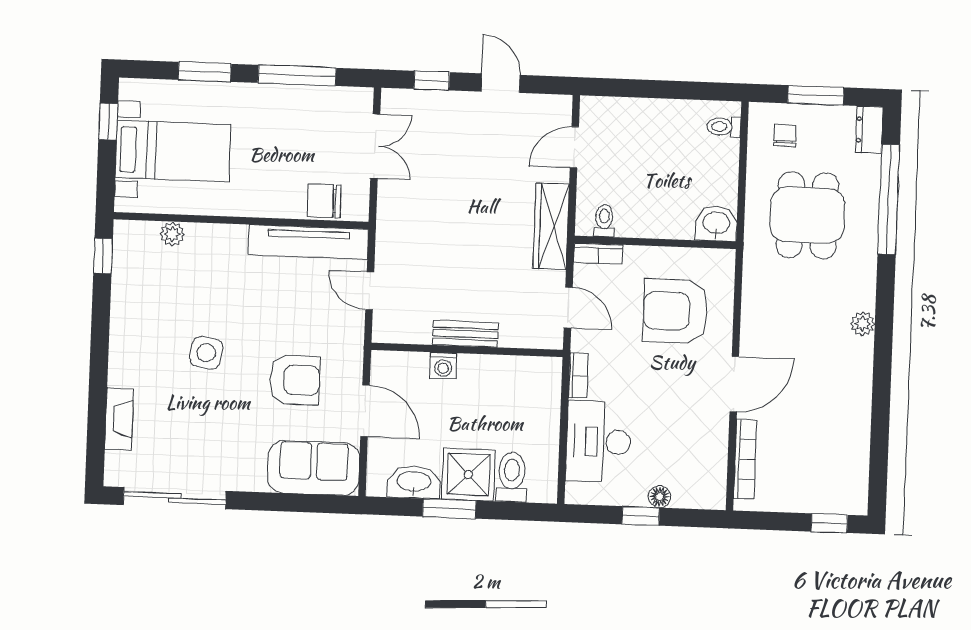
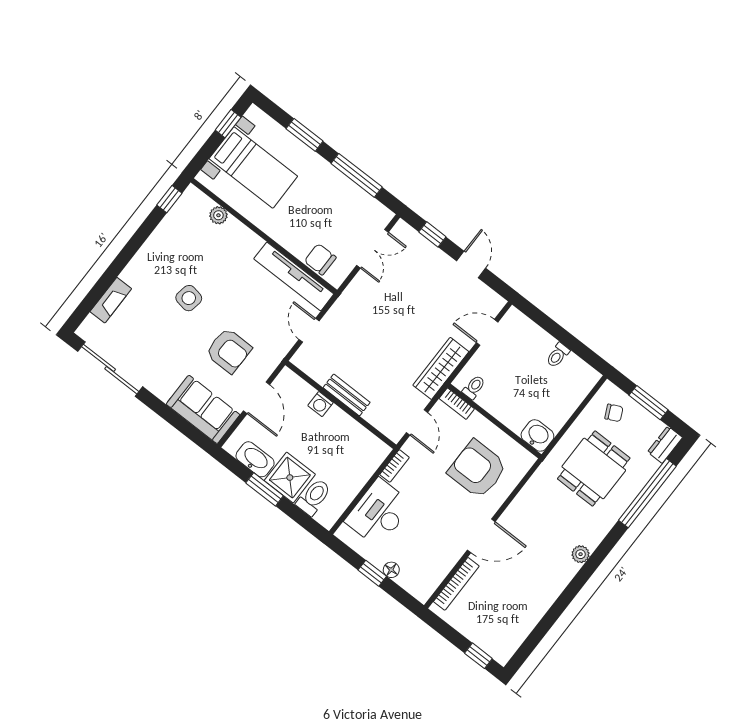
toilet: (724, 127) -> (558, 355), moved, turned -90
chair: (785, 135) -> (614, 413), turned 64

